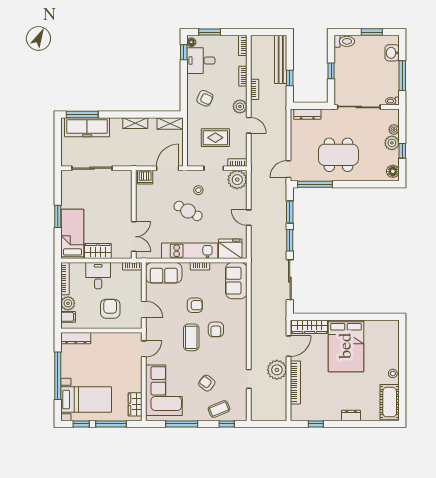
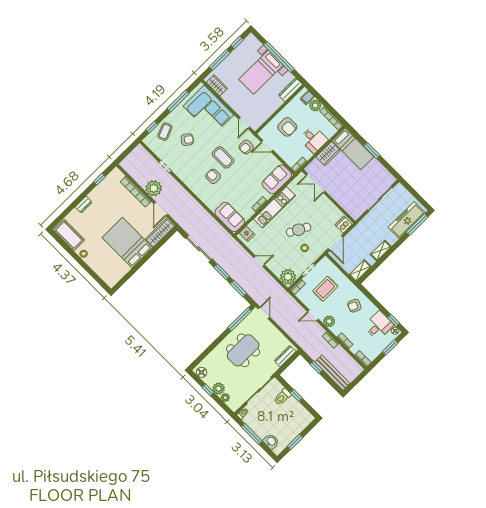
toilet: (344, 41) -> (282, 397), moved
fridge: (230, 249) -> (247, 234), width x0.53, depth x0.75
armchair: (195, 305) -> (246, 147), moved
bed with nightstands: (86, 400) -> (261, 72), moved

